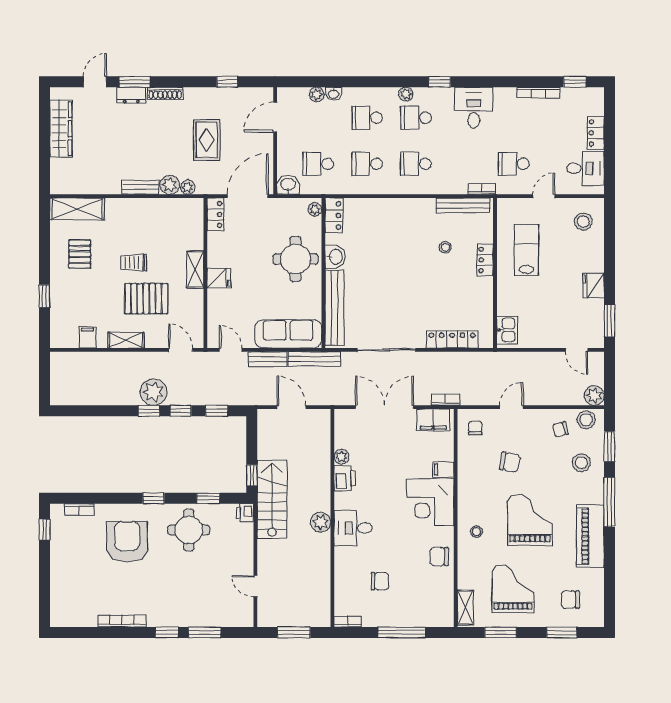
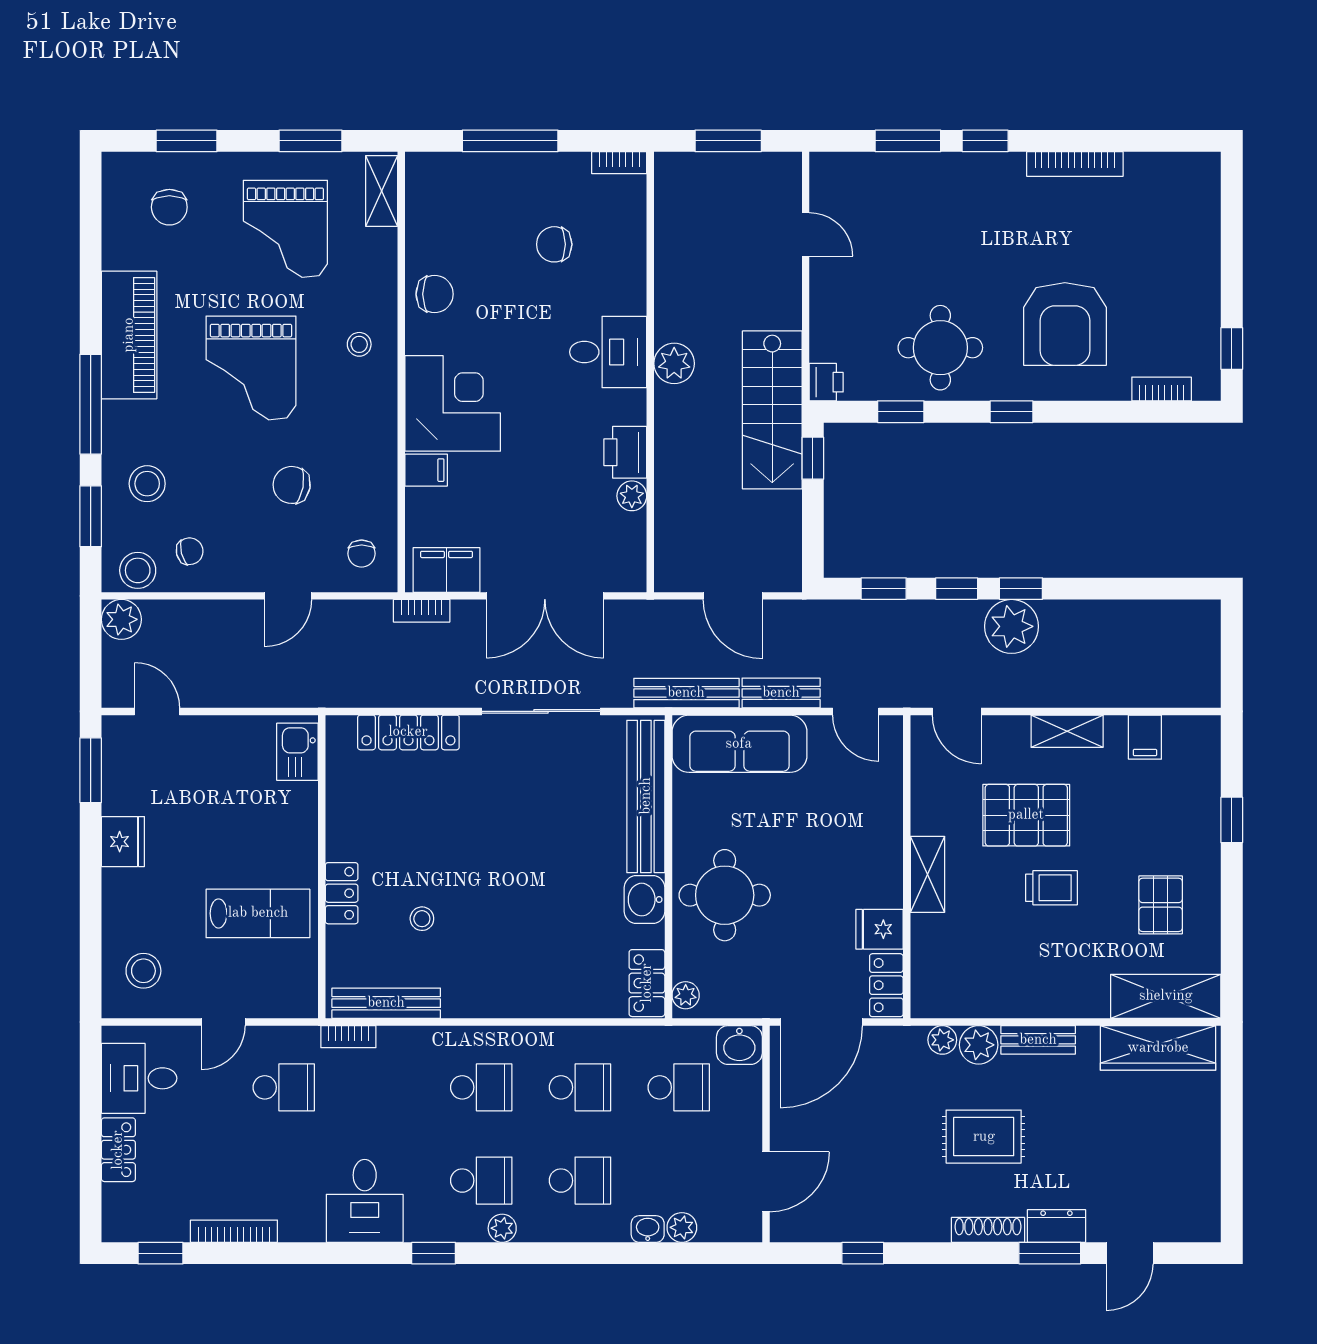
wardrobe: (61, 129) -> (1158, 1048), moved, turned -90
rug: (207, 140) -> (984, 1137), moved, turned 90
lab bench: (527, 250) -> (258, 913), turned -90
fridge: (219, 278) -> (879, 929), moved
chair: (570, 600) -> (169, 207), turned 90

